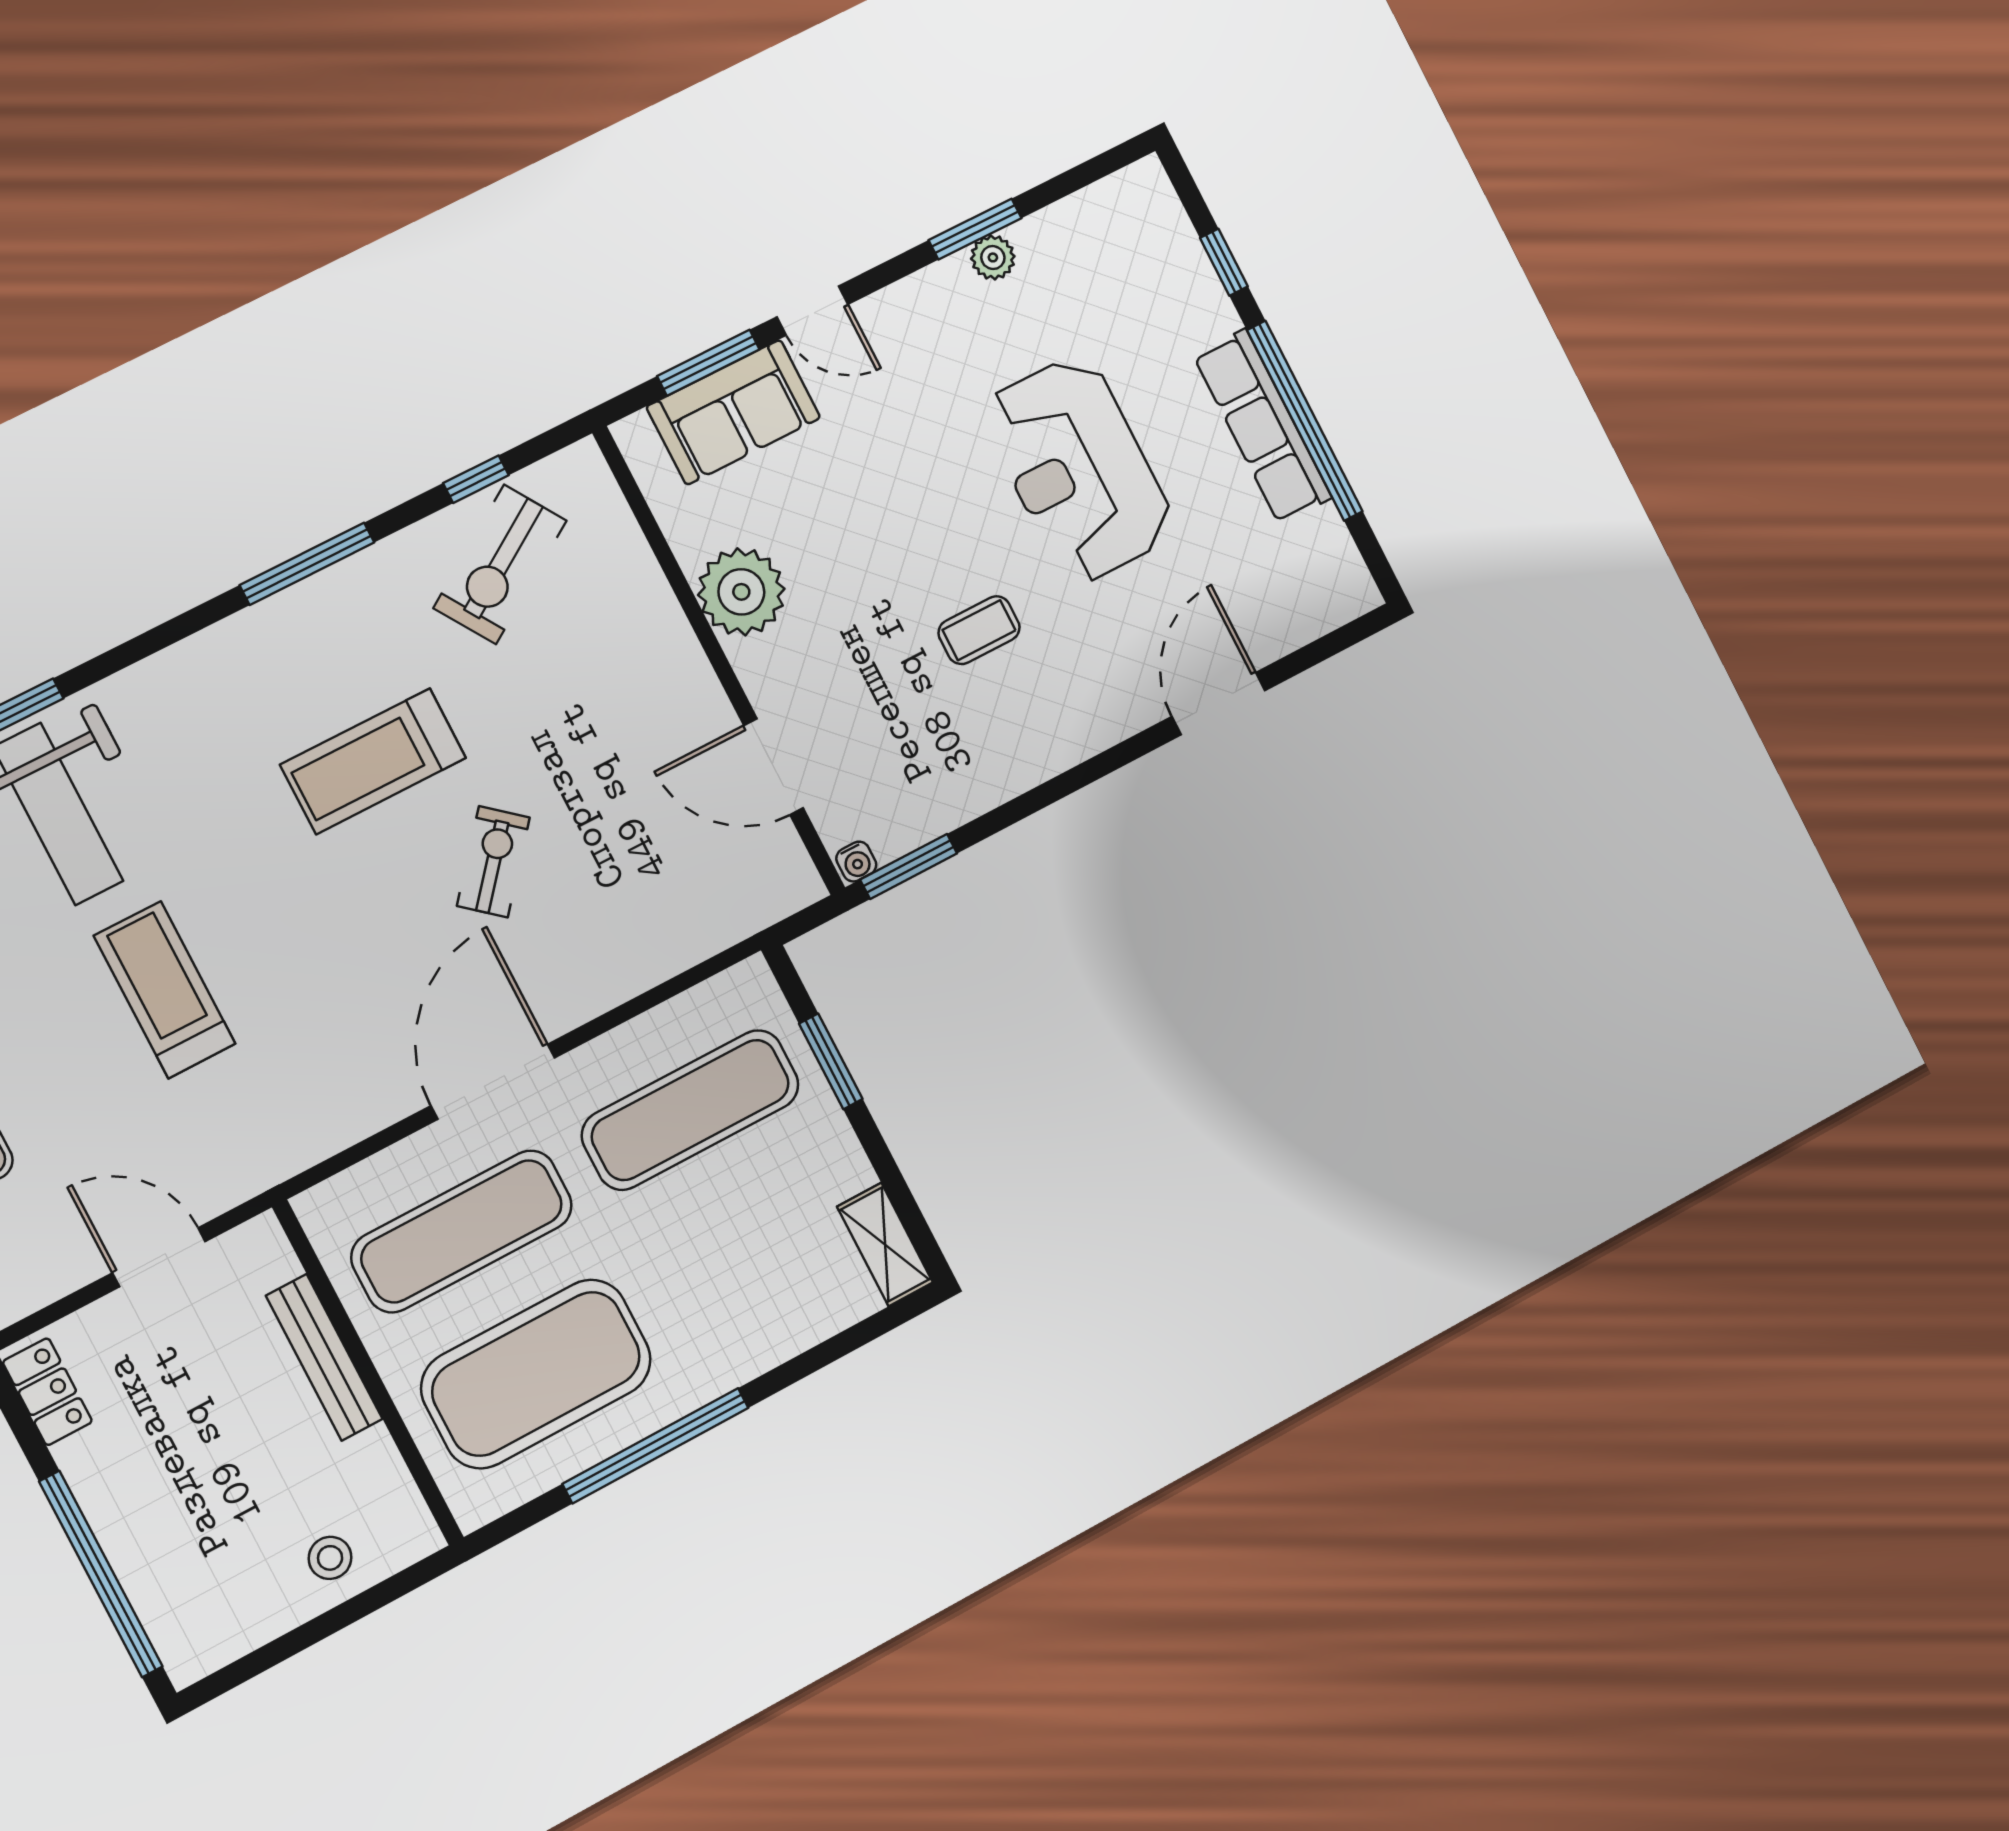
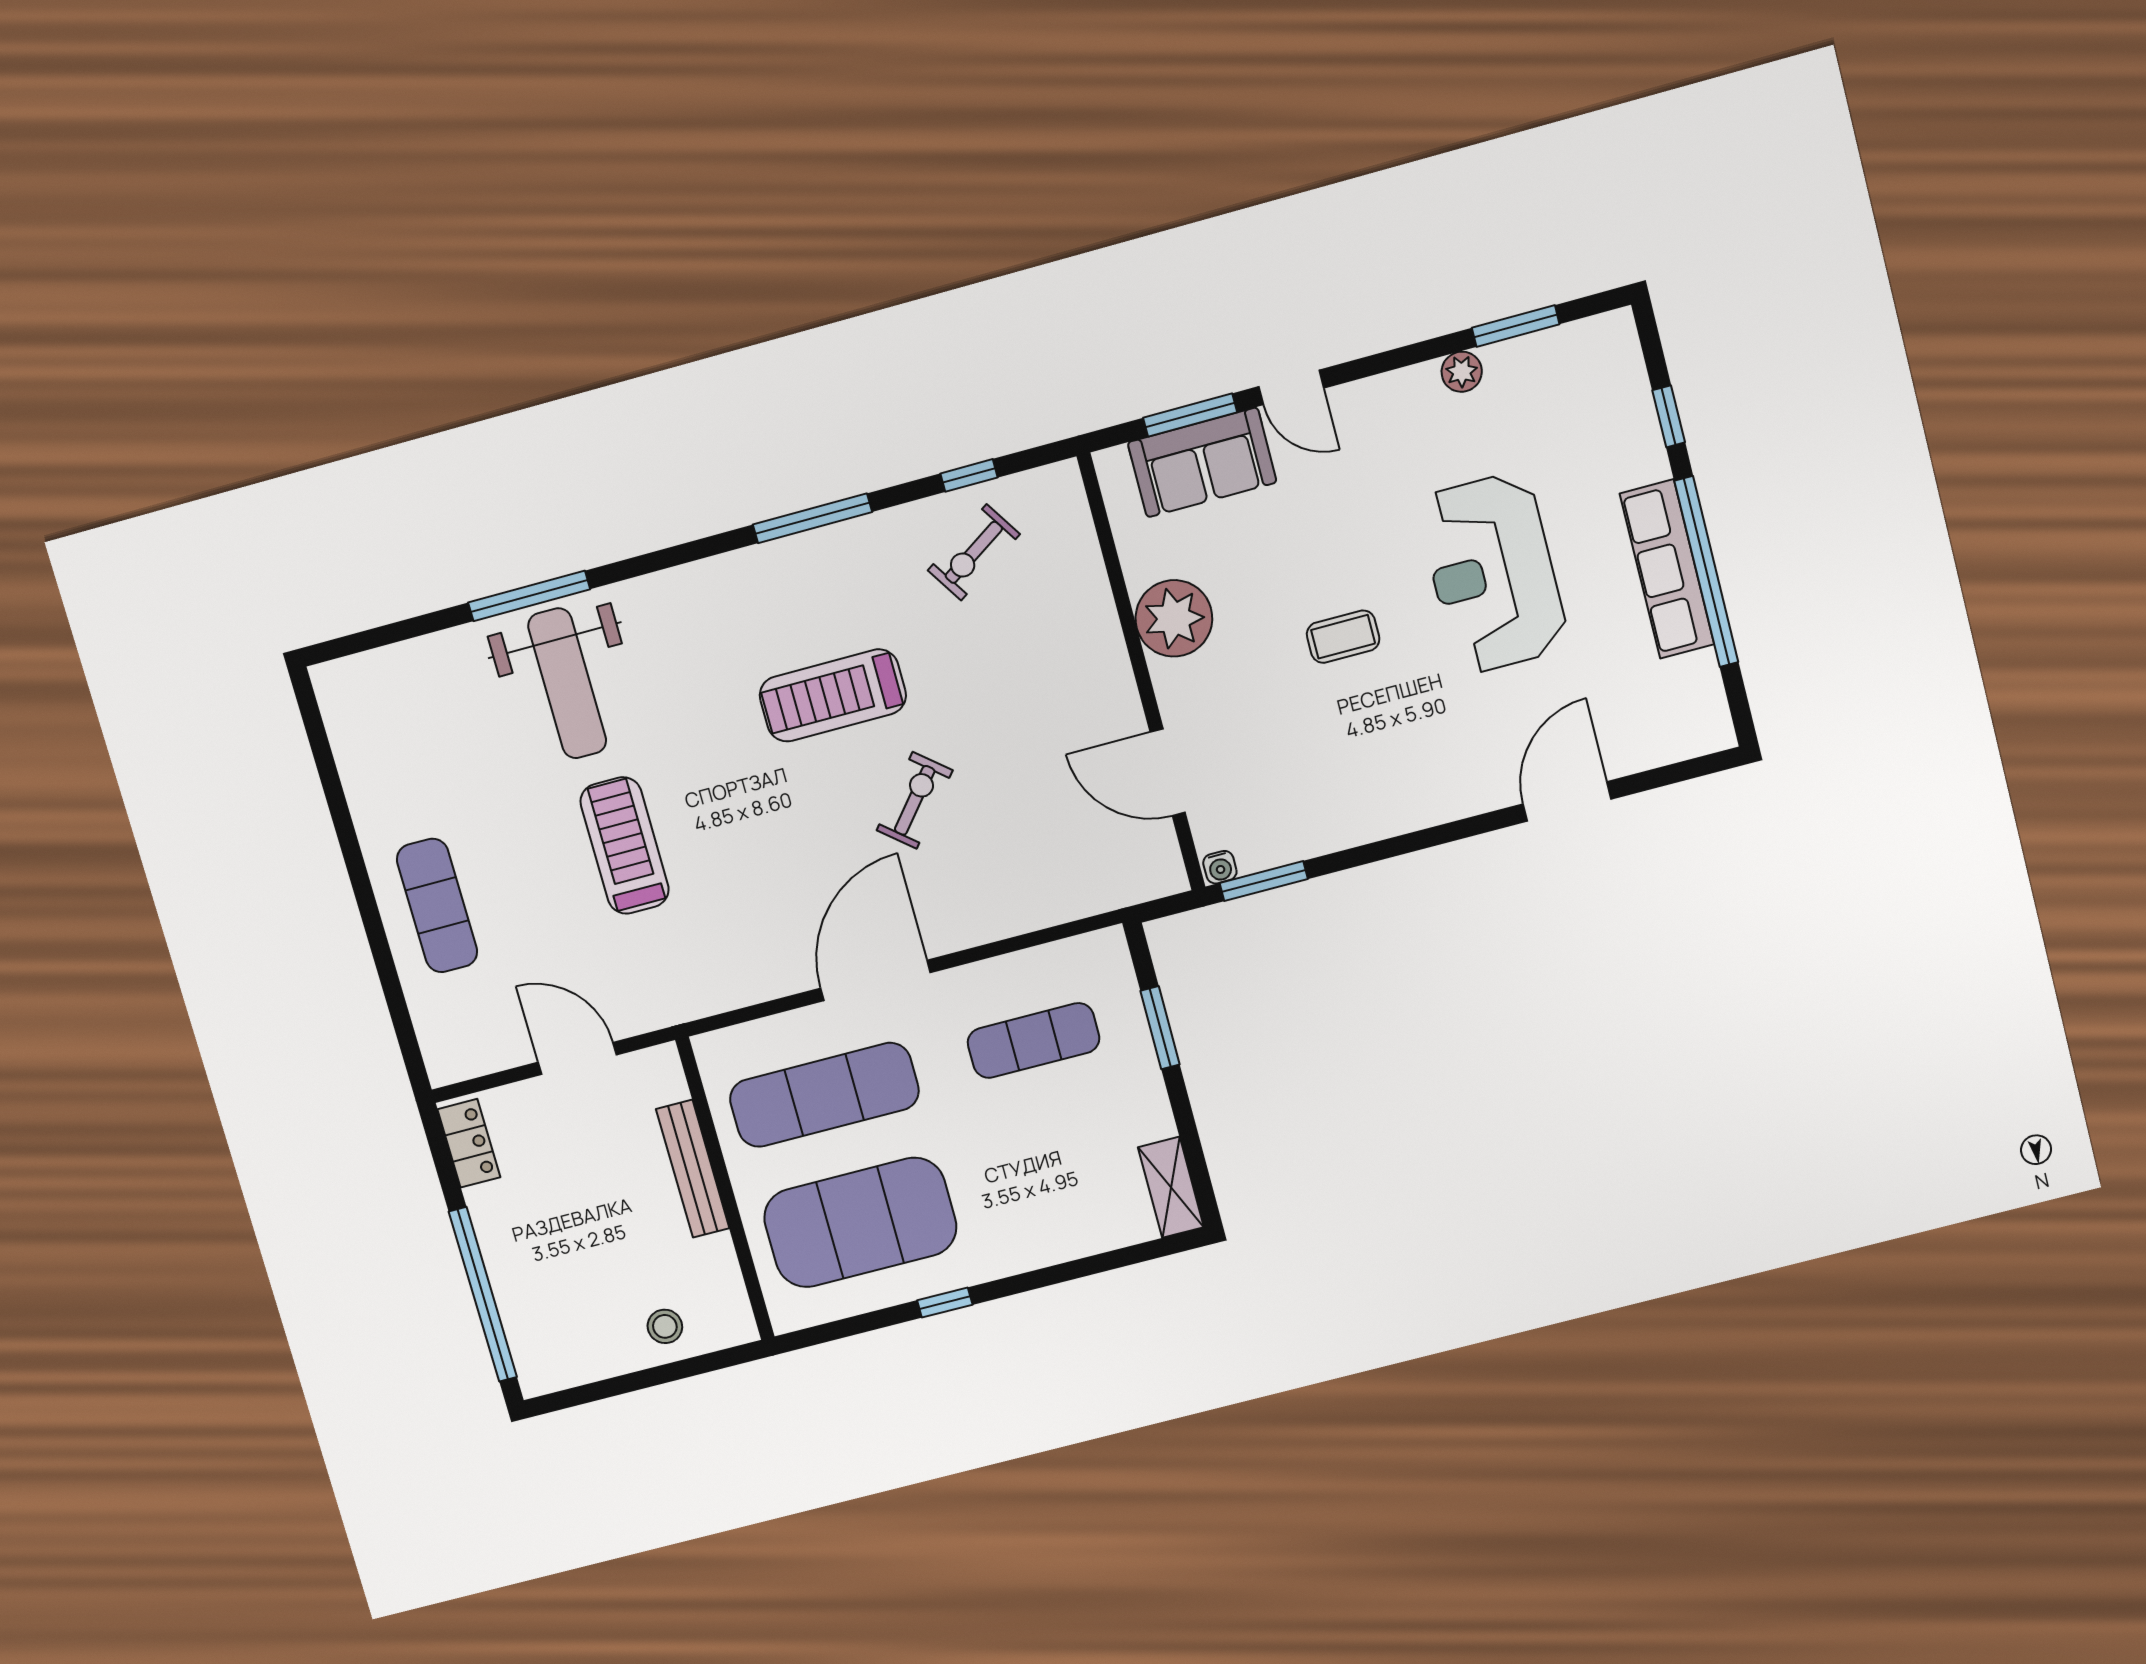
window: (975, 229) -> (1516, 326), moved
exercise bike: (500, 564) -> (974, 552), width x0.73, depth x0.72
coffee table: (979, 630) -> (1343, 637), moved
exercise mat: (690, 1110) -> (1034, 1041), width x0.73, depth x0.69
window: (656, 1446) -> (945, 1303), width x0.32

